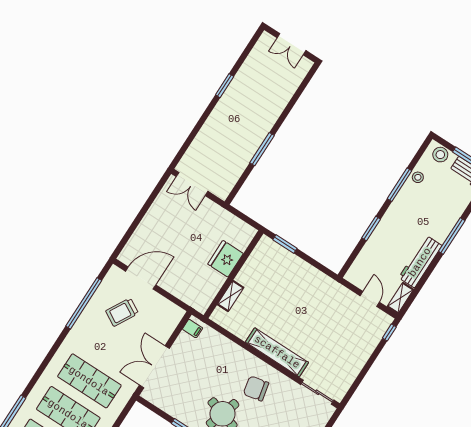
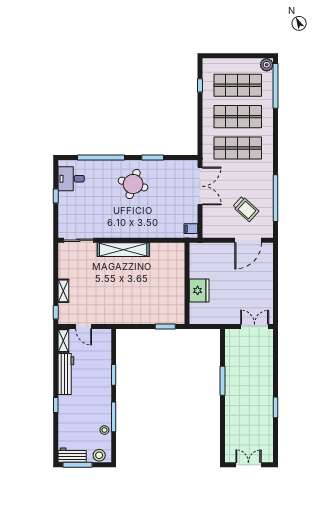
window: (452, 236) -> (56, 405), width x0.46
shelving: (231, 296) -> (63, 291), moved
trolley: (122, 312) -> (246, 209), turned 103
chair: (256, 388) -> (122, 216), removed

